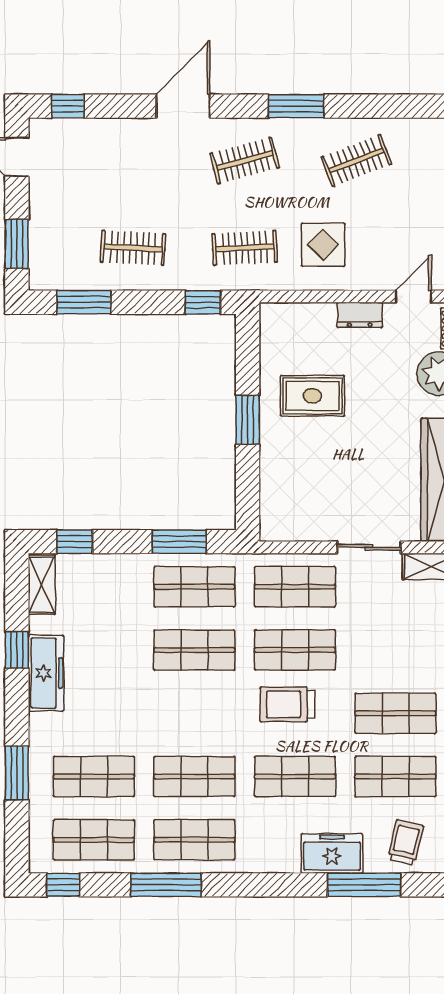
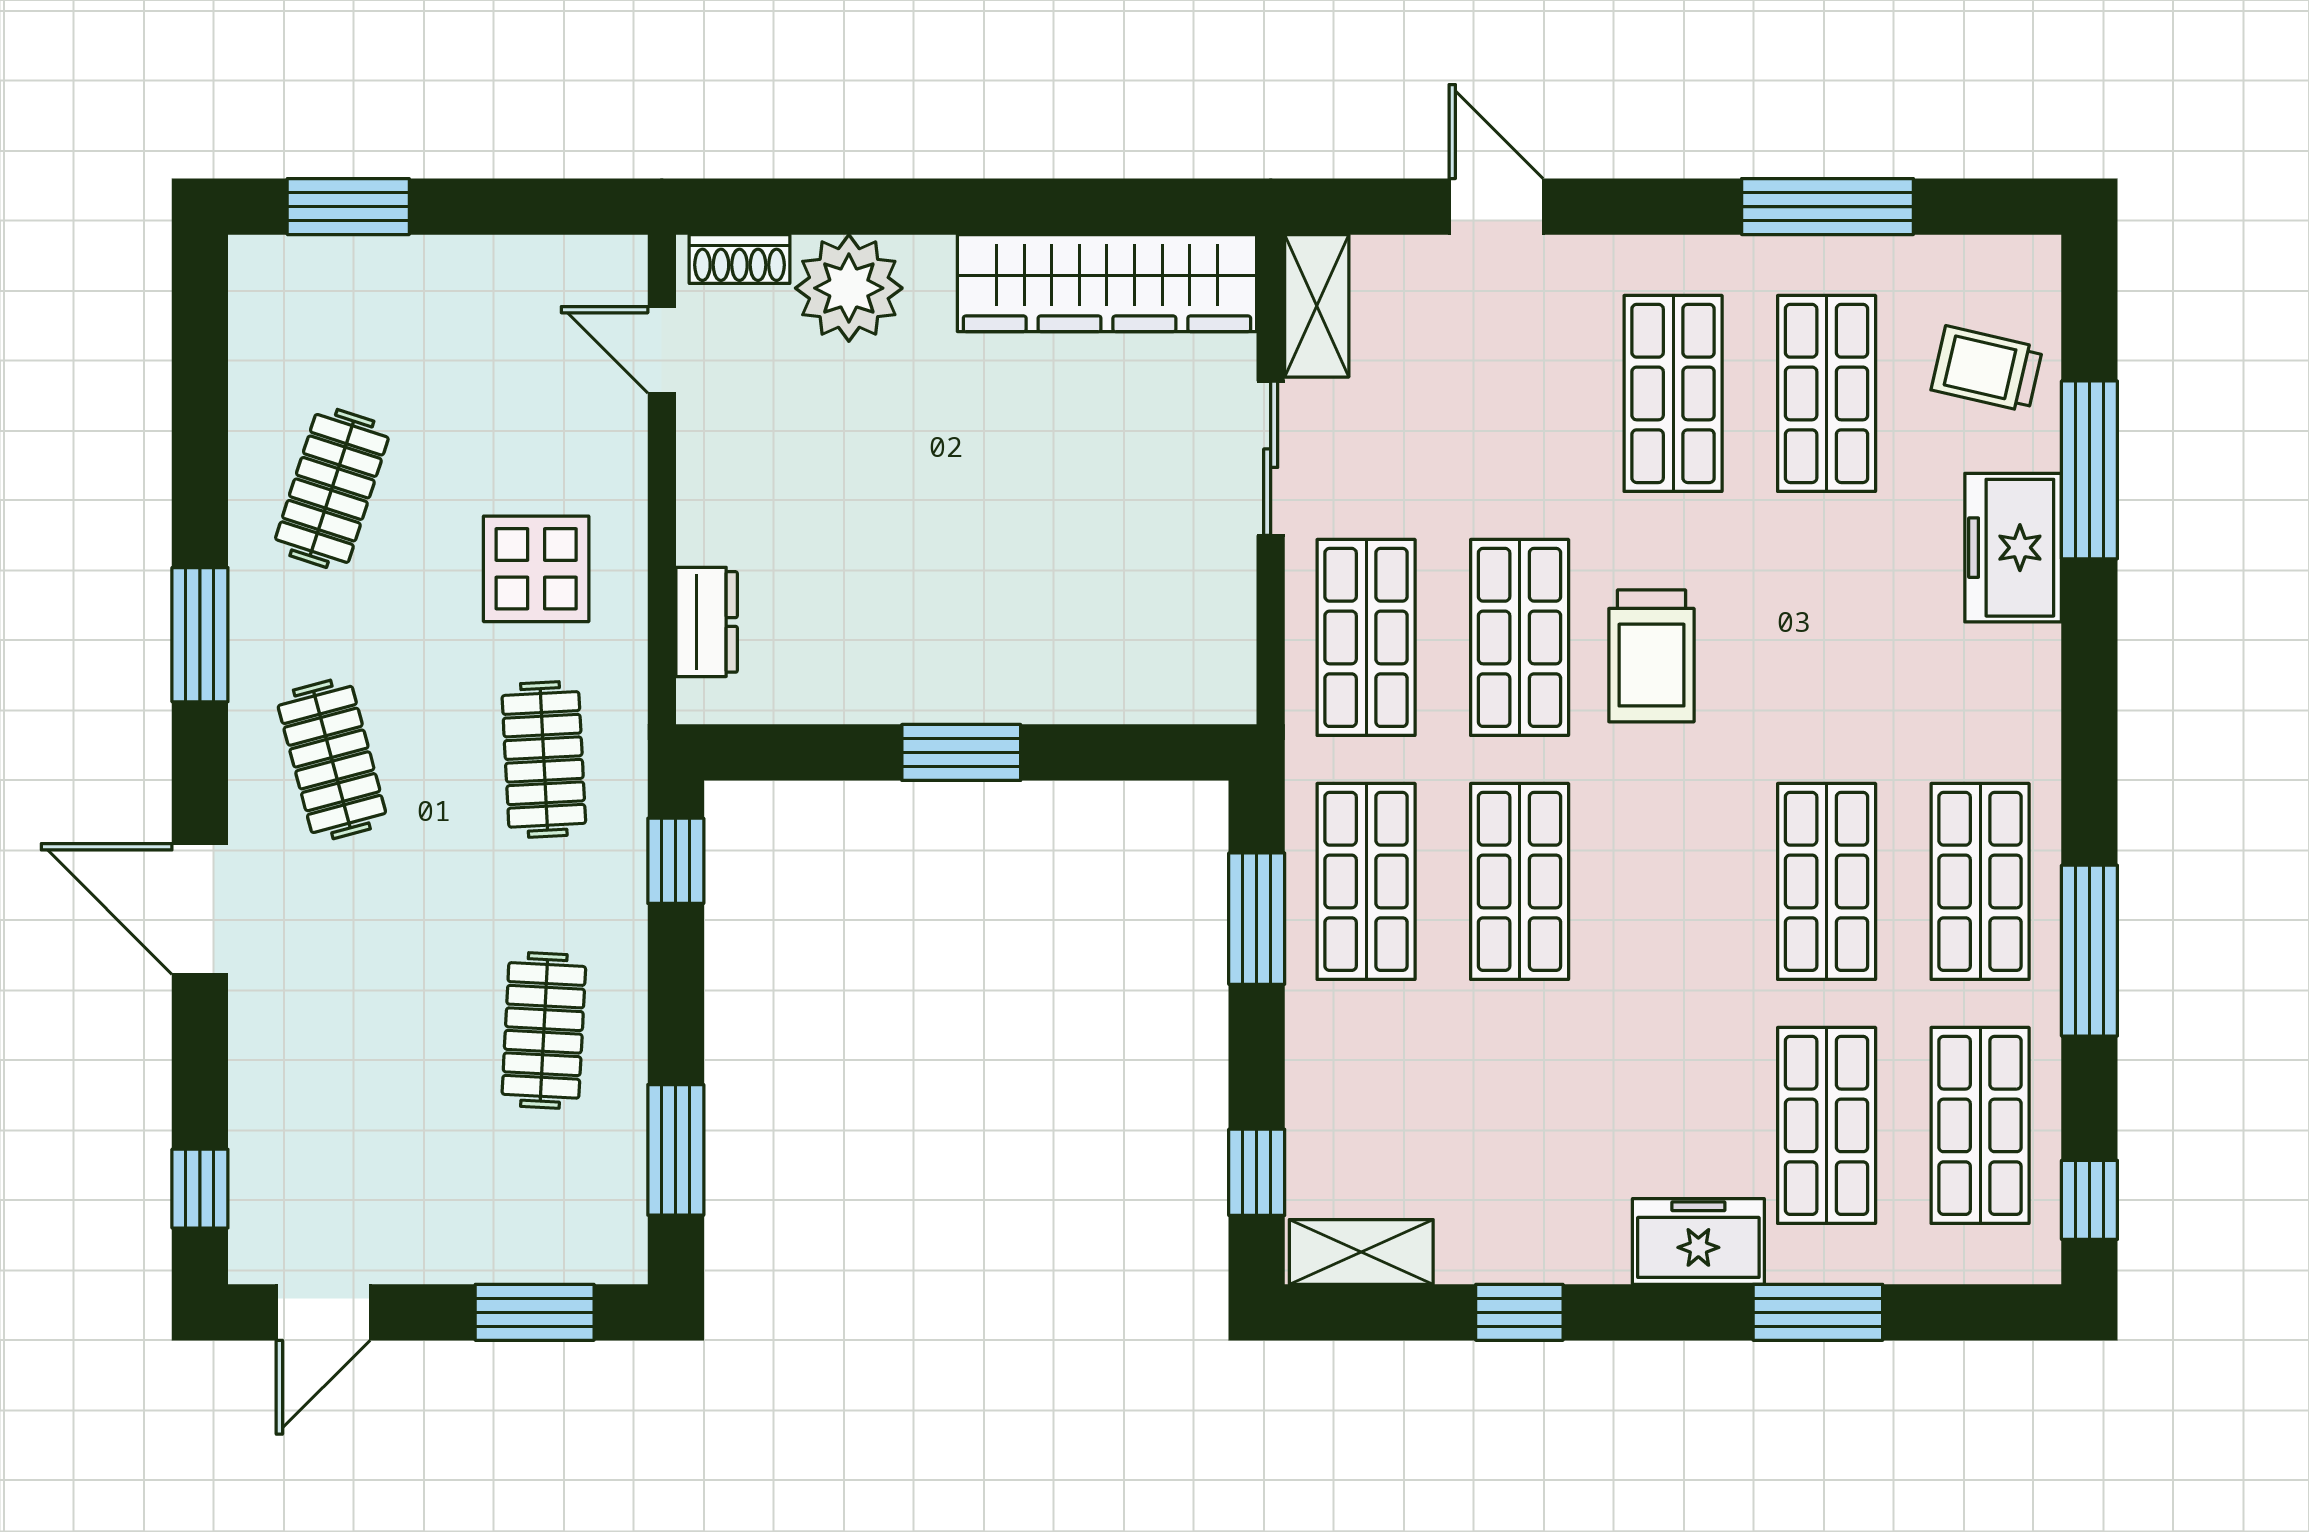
clothes rail: (356, 161) -> (332, 488), turned 39
dresser: (360, 315) -> (707, 622), moved
rug: (313, 396) -> (903, 595), removed
freezer: (46, 673) -> (1698, 1241), moved, width x0.71
shop shelf: (295, 776) -> (1827, 637), removed

